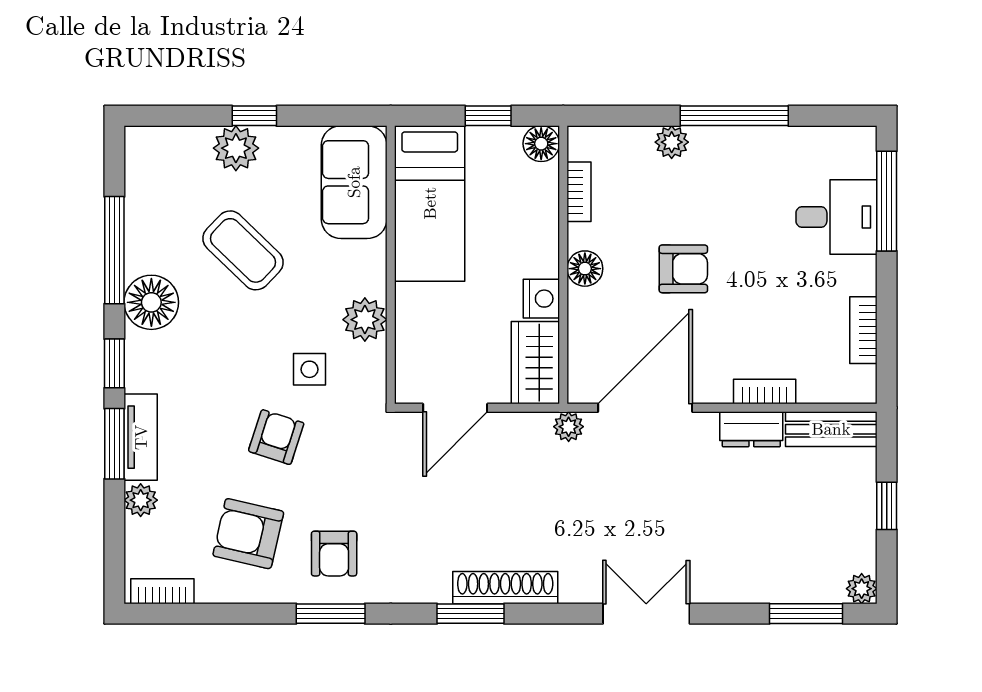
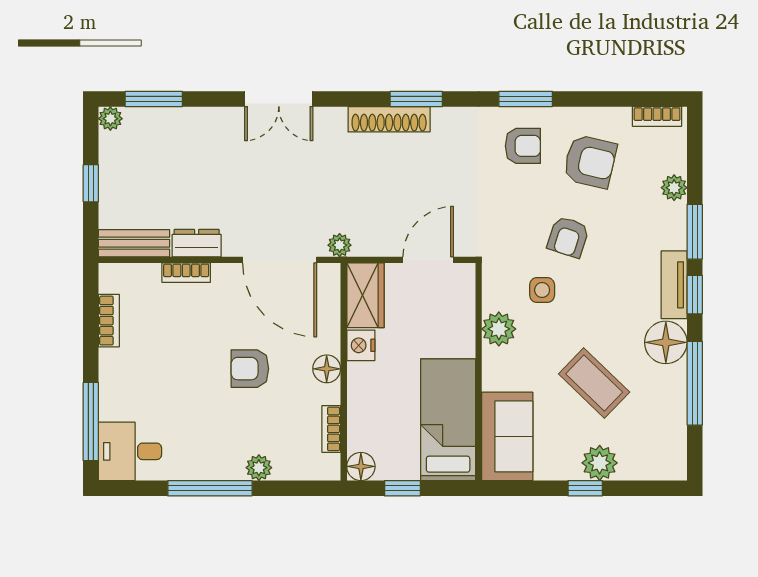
desk: (836, 217) -> (130, 451), moved
door: (645, 408) -> (280, 260), hinge flipped
tv unit: (141, 437) -> (674, 285), moved
armchair: (334, 554) -> (523, 146), turned 90

